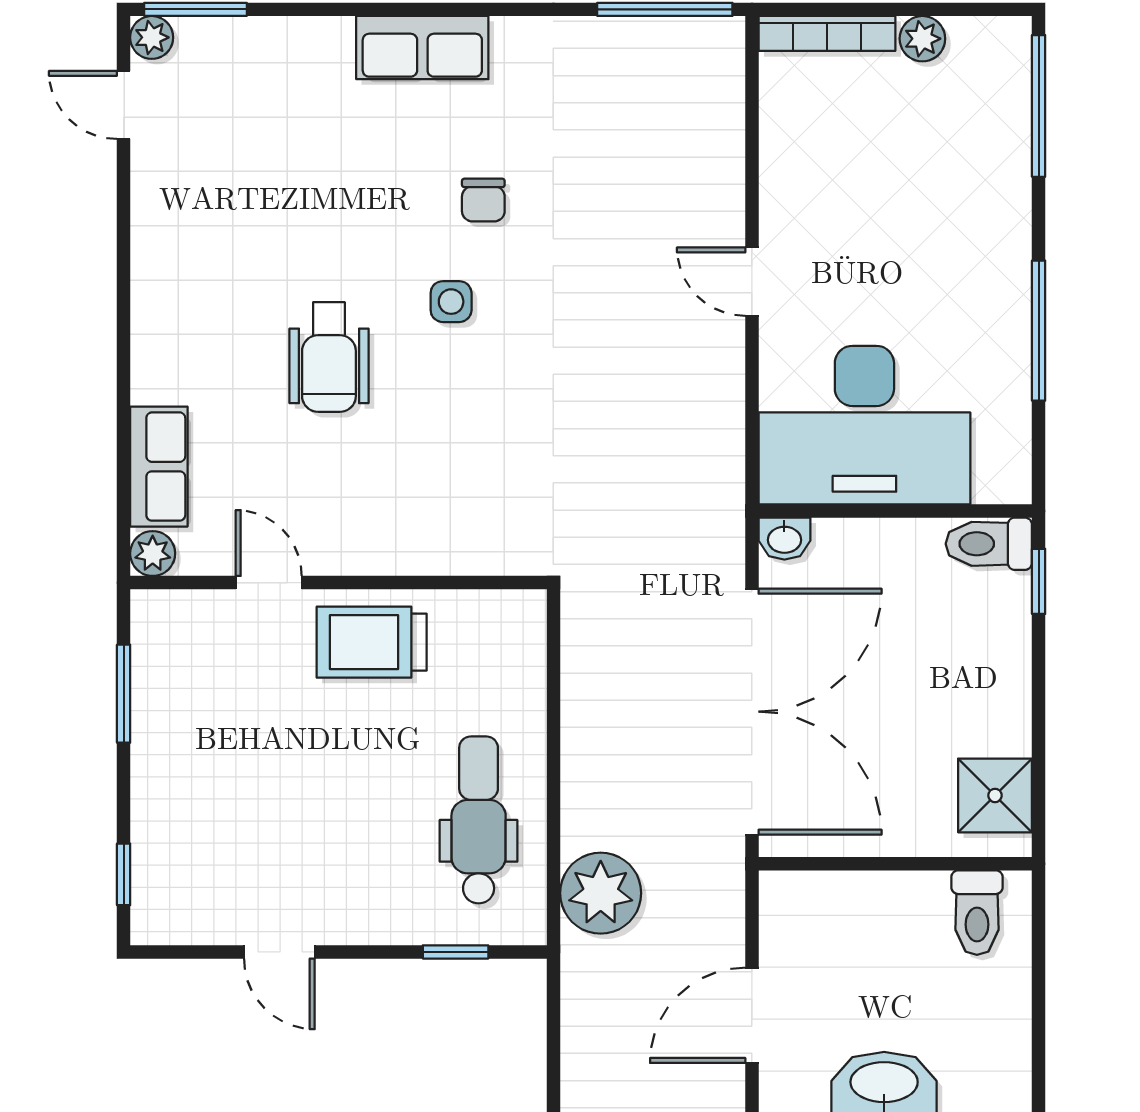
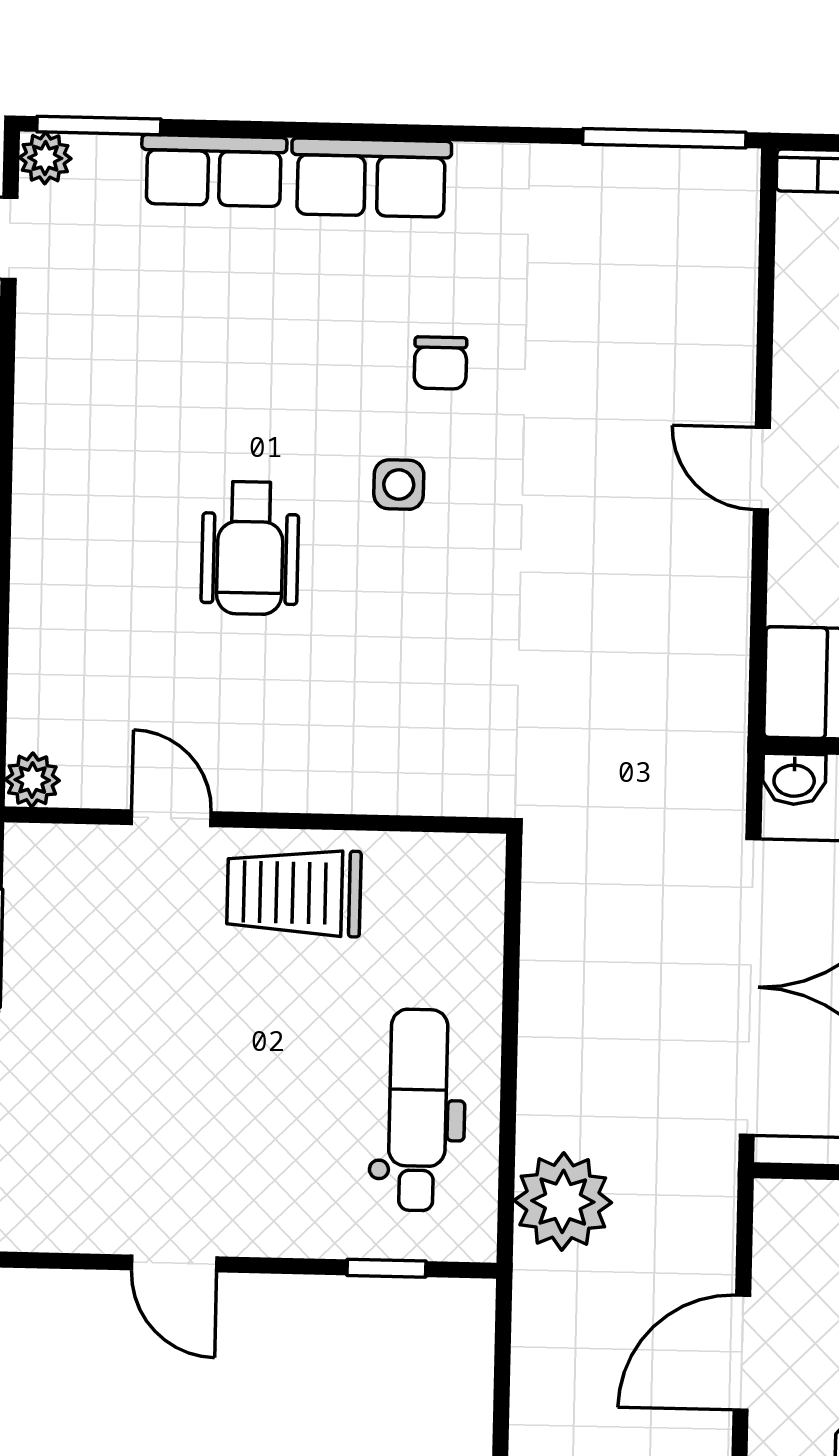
row of seats: (159, 467) -> (214, 171), moved, turned 90

